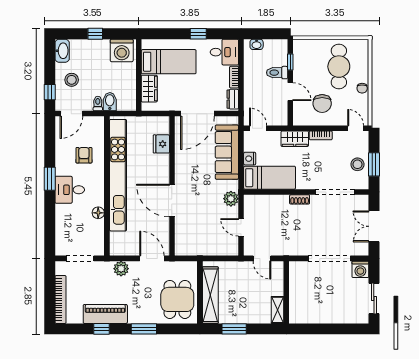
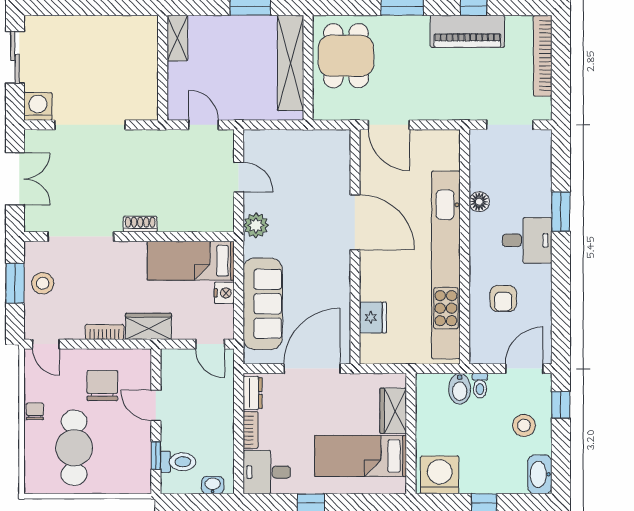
toilet: (277, 73) -> (178, 462), moved
window: (50, 179) -> (561, 212), moved
plant: (121, 269) -> (441, 108), removed

